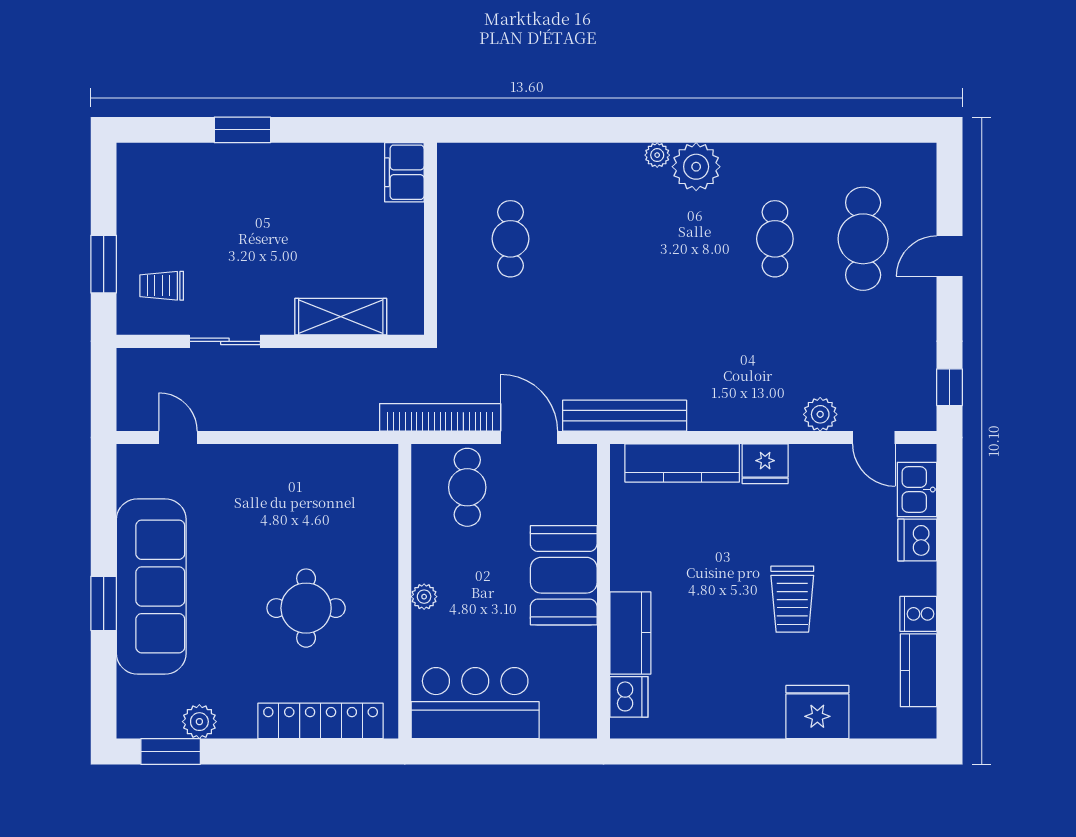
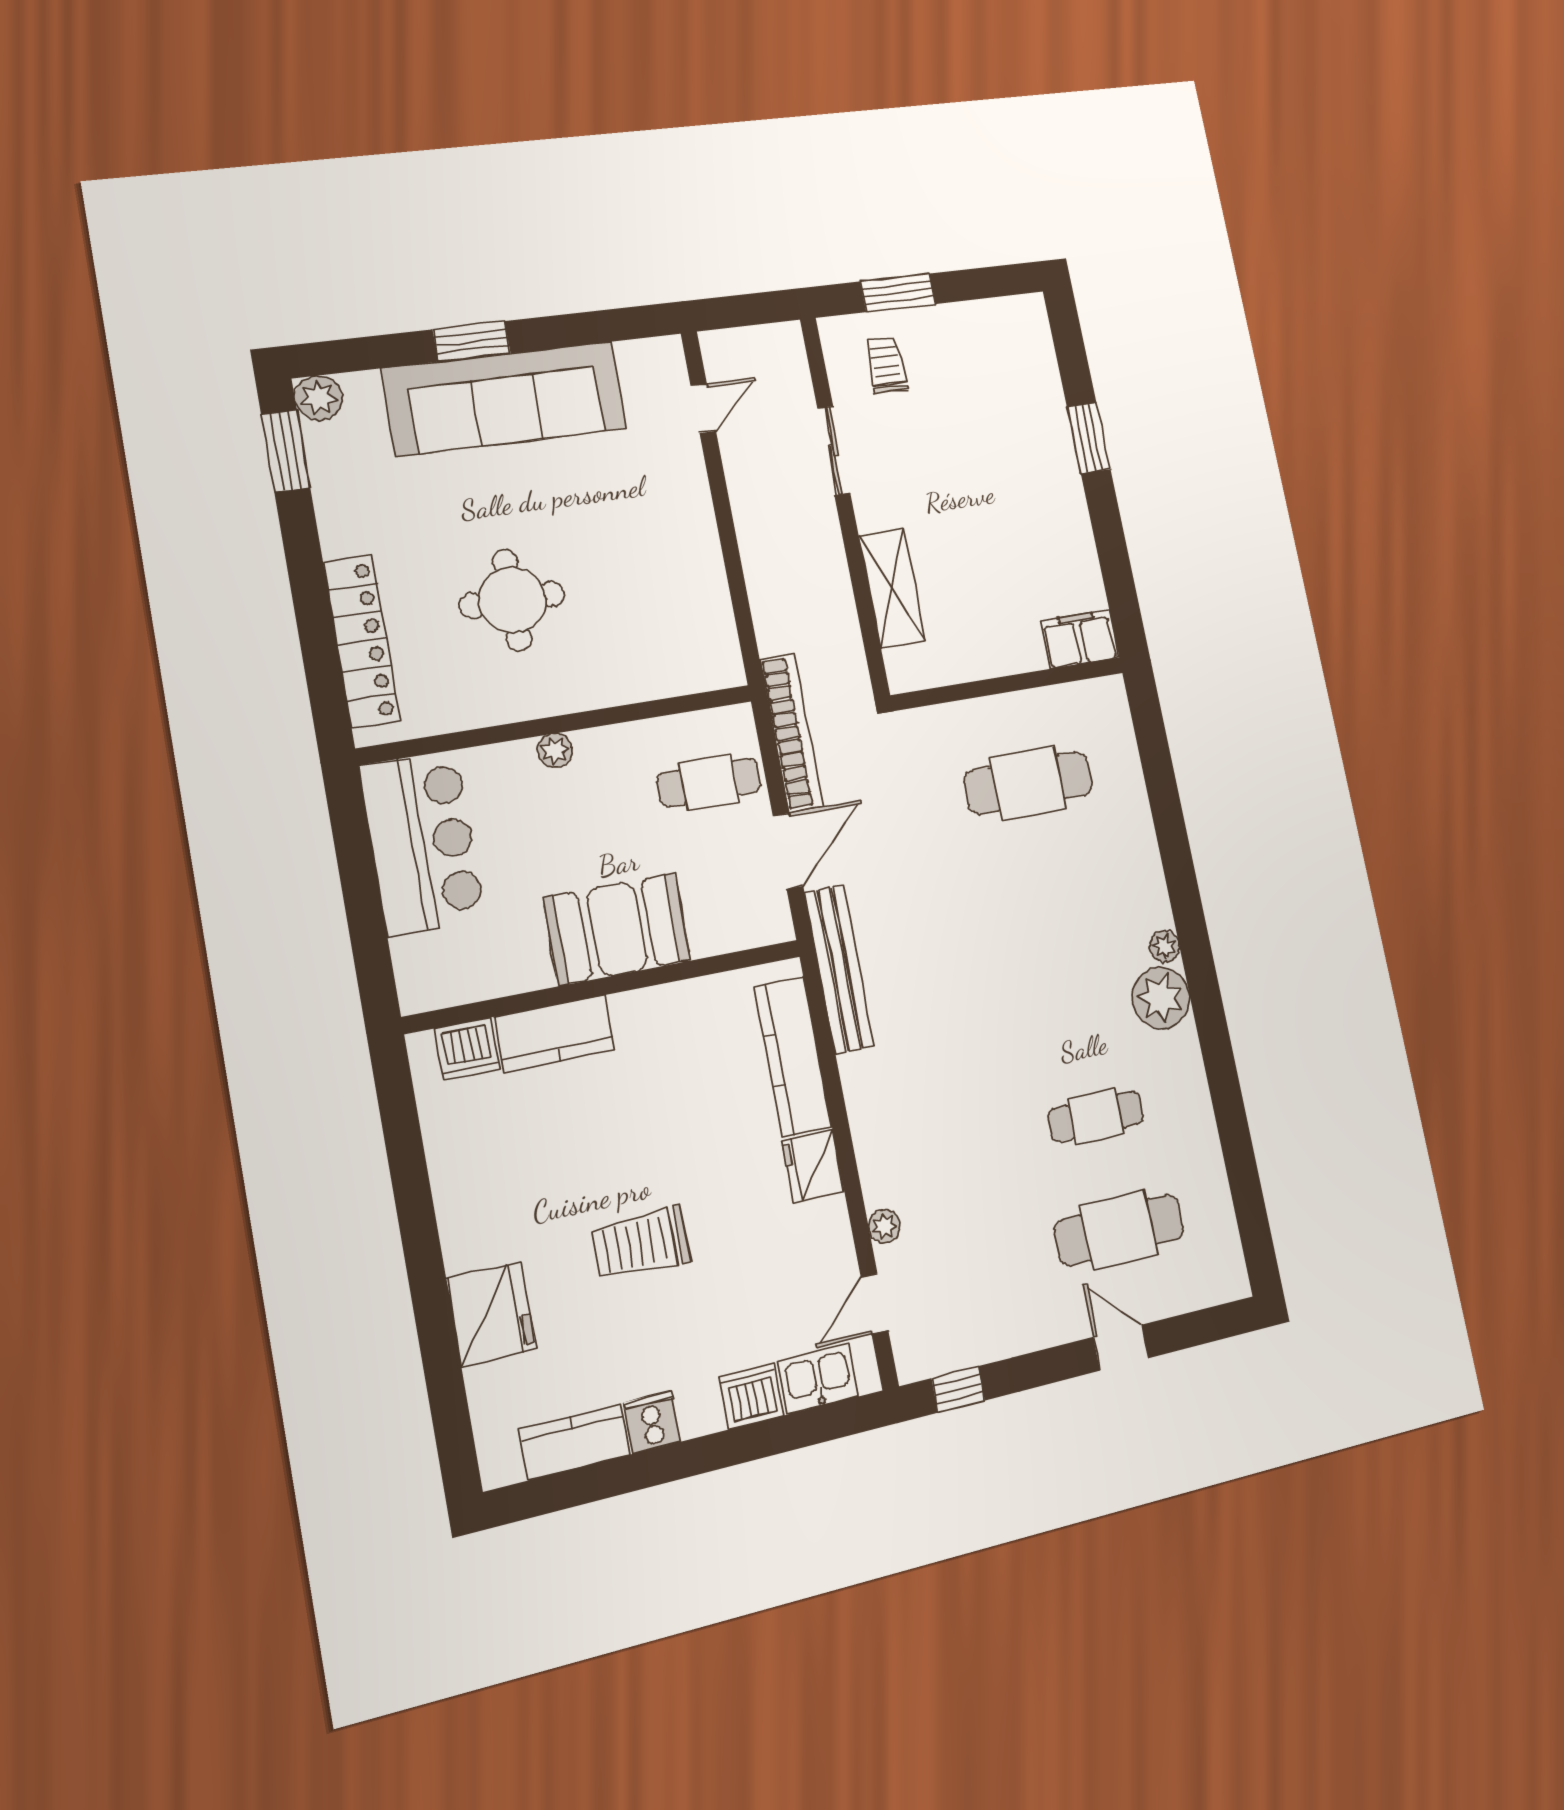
cafe table: (510, 239) -> (1028, 783), width x1.37, depth x1.35
plant: (820, 414) -> (885, 1226), width x0.73, depth x0.73
plant: (199, 722) -> (319, 398), moved

